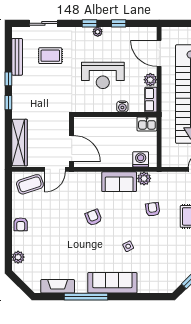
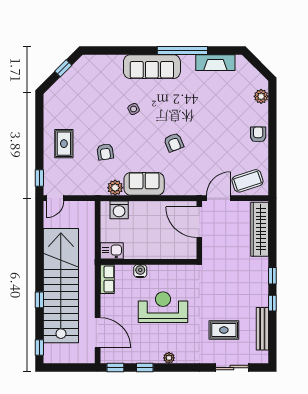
window: (89, 23) -> (115, 368), moved
plant: (150, 80) -> (108, 302), removed

